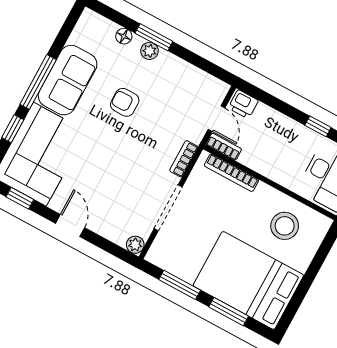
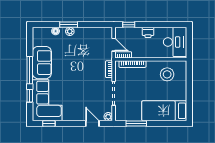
armchair: (125, 102) -> (71, 59), removed
printer: (243, 104) -> (148, 32), moved
window: (318, 126) -> (129, 25), moved
door: (70, 225) -> (92, 123), moved
bed: (248, 280) -> (164, 111), width x0.67
window: (229, 312) -> (163, 123), removed

